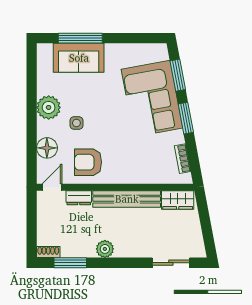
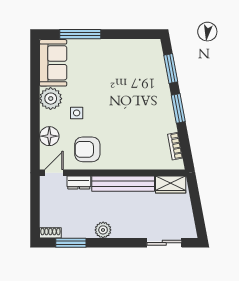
sofa: (79, 58) -> (53, 63), moved, turned -90
corner sofa: (152, 99) -> (147, 90), removed

